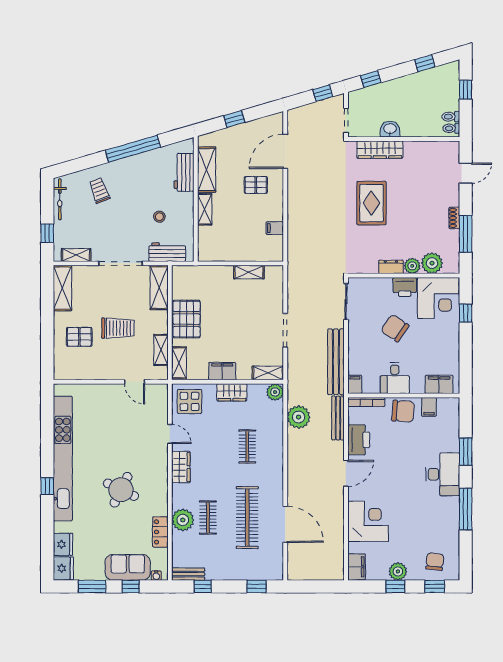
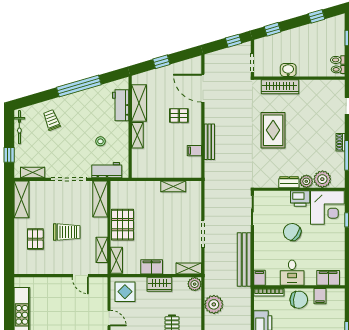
door: (285, 151) -> (203, 88), hinge flipped
pallet: (79, 337) -> (35, 239), turned 90
bench: (338, 418) -> (209, 142), moved

